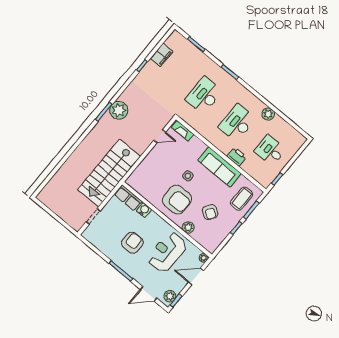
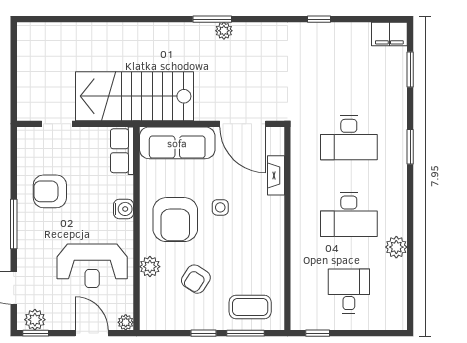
filing cabinet: (162, 55) -> (389, 34), moved
desk: (204, 95) -> (349, 138), turned 180
plant: (119, 110) -> (224, 31), width x0.53, depth x0.53
desk: (237, 123) -> (349, 214), turned 180
fireplace: (183, 131) -> (276, 175), moved
door: (160, 136) -> (243, 124), width x1.88
printer: (237, 157) -> (302, 253), removed
sofa: (220, 167) -> (177, 143), moved, turned -90
water cooler: (144, 210) -> (124, 209), moved
armchair: (132, 243) -> (50, 191), moved, turned 180
reception desk: (167, 252) -> (92, 266), turned 180

